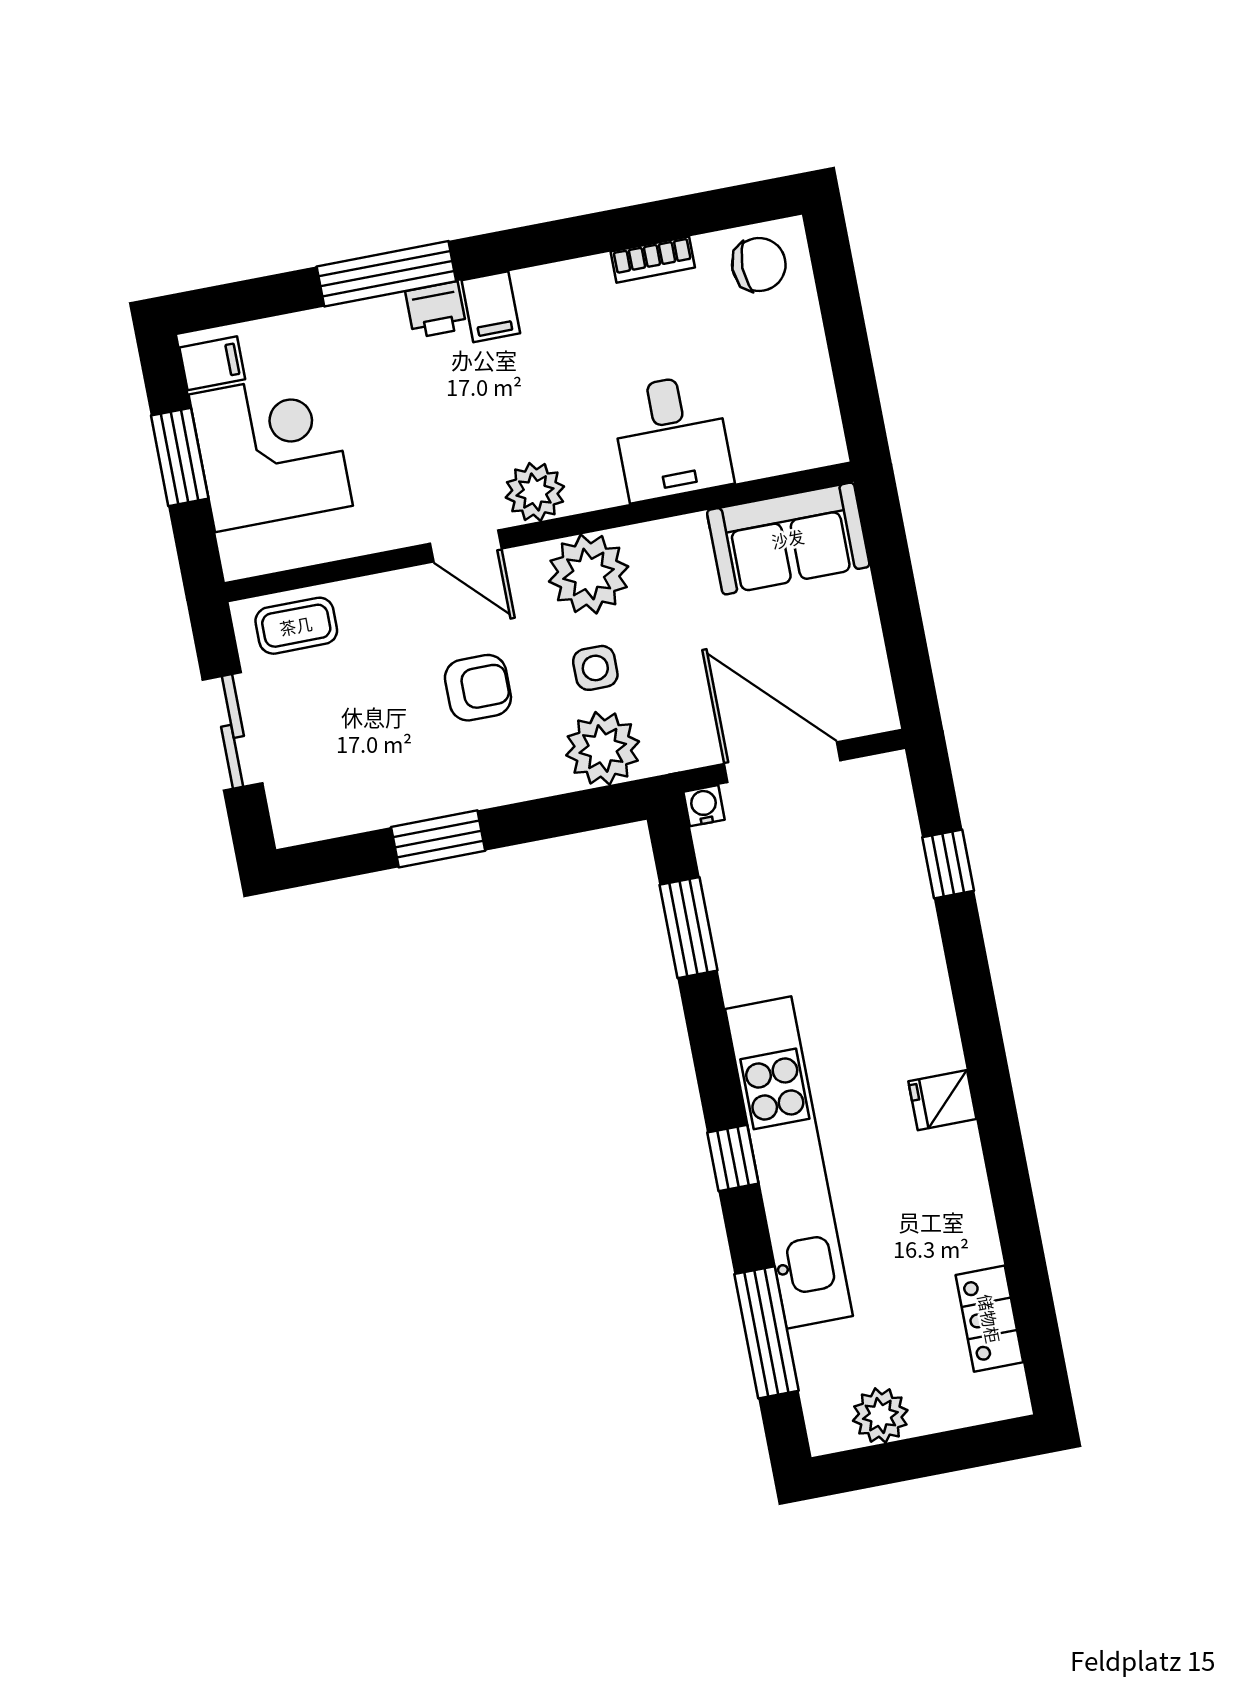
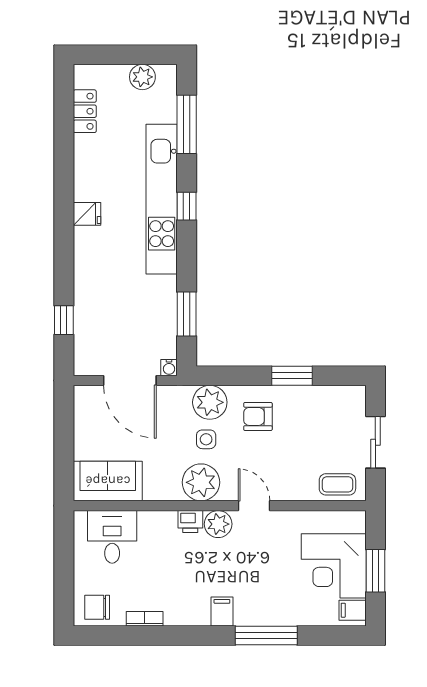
printer: (436, 310) -> (190, 521), moved, turned 180
desk: (672, 437) -> (112, 537), moved
armchair: (478, 688) -> (258, 416), moved

